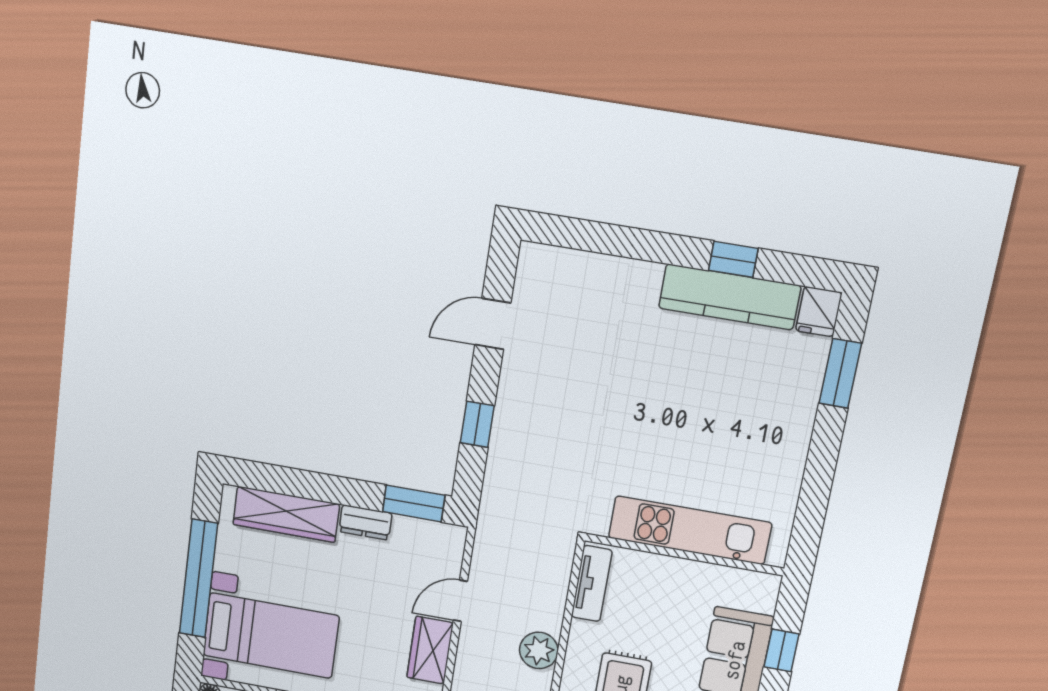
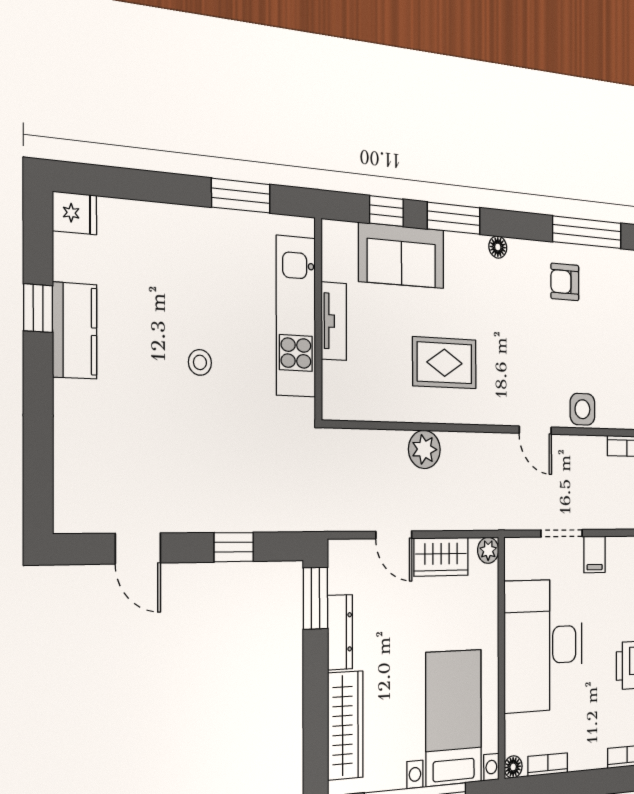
kitchen counter: (730, 297) -> (75, 331), width x0.67
window: (840, 373) -> (241, 196), moved
stool: (659, 419) -> (200, 362), added
dresser: (365, 522) -> (340, 632), width x1.44
tv unit: (592, 584) -> (334, 321), moved, turned 90

